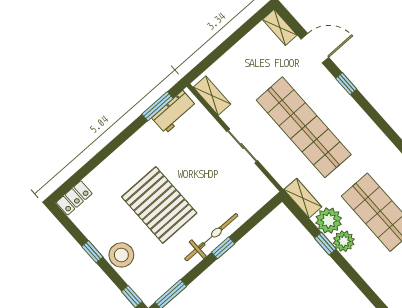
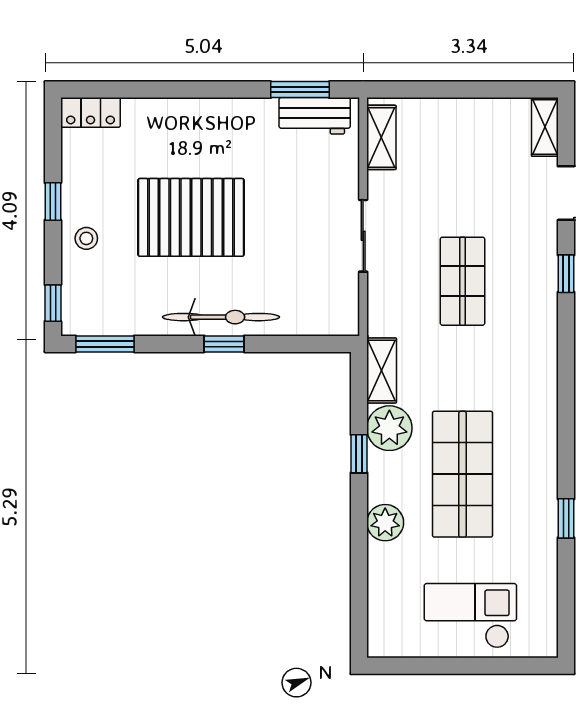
shop shelf: (304, 127) -> (463, 281), width x0.50, depth x0.74
pallet: (159, 205) -> (191, 217), turned 90
plant: (344, 241) -> (385, 523), moved
stool: (121, 255) -> (86, 238), width x0.53, depth x0.53

